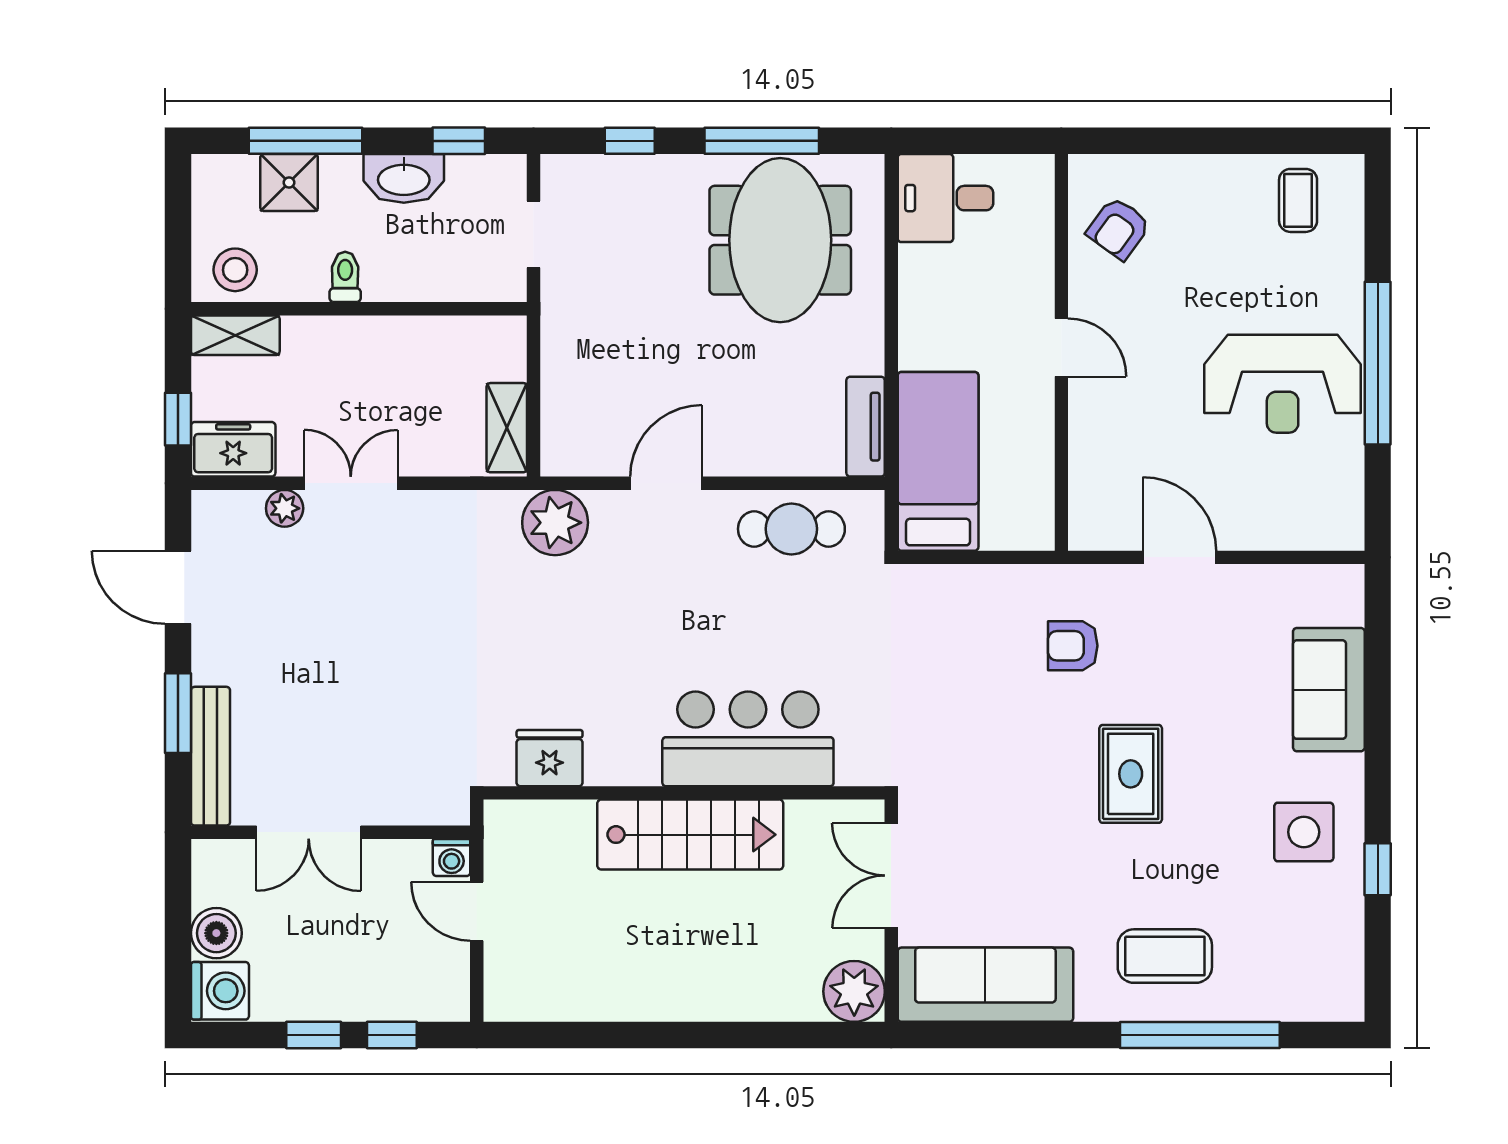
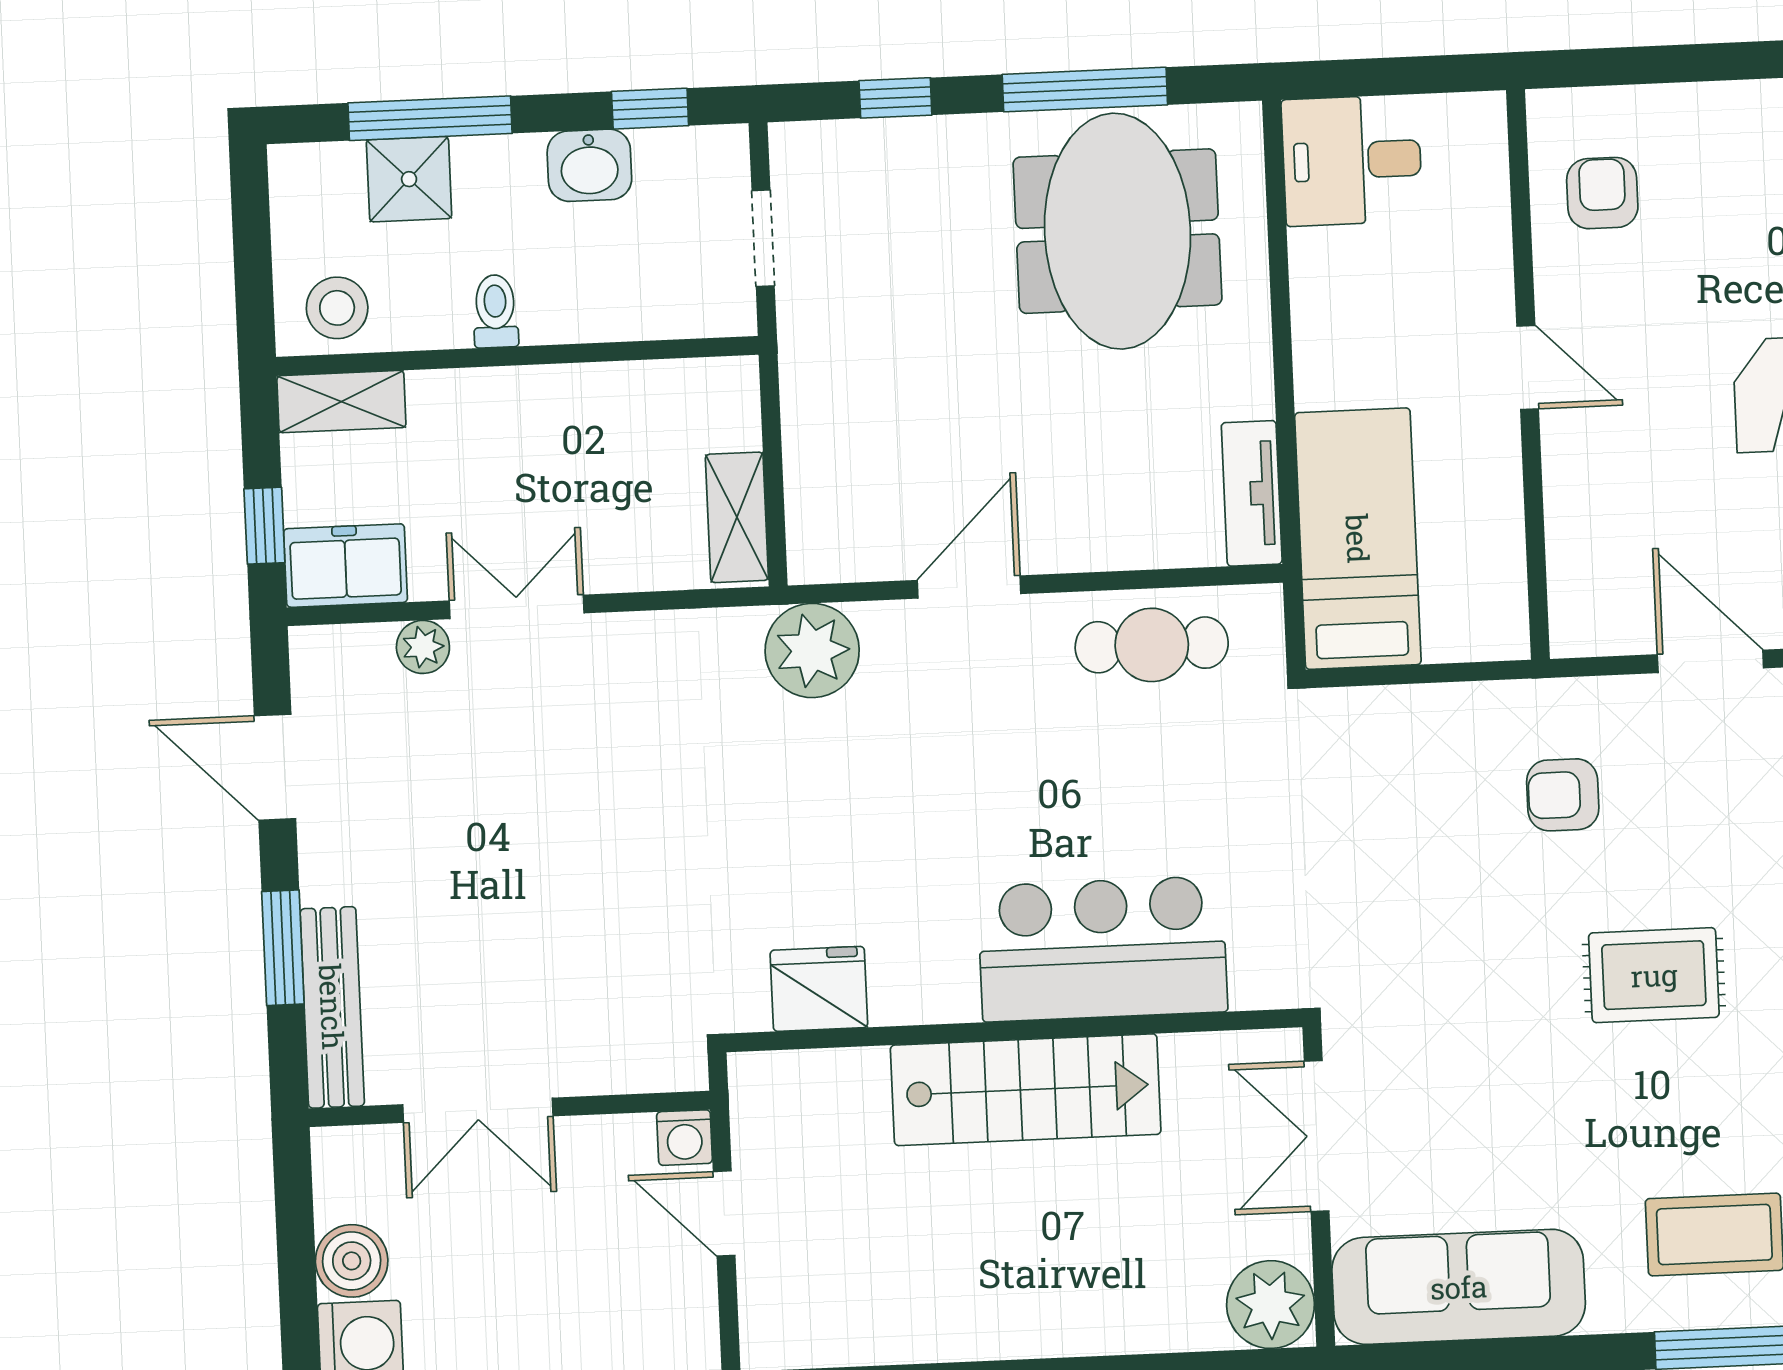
washbasin: (404, 178) -> (589, 165), width x0.72
armchair: (1119, 228) -> (1602, 193), turned 144
rug: (1131, 774) -> (1654, 975), turned 90

